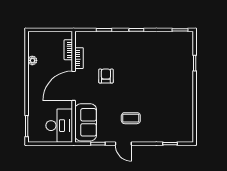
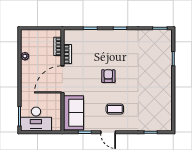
armchair: (106, 76) -> (108, 76), moved
desk: (59, 126) -> (36, 119), moved, turned 90

